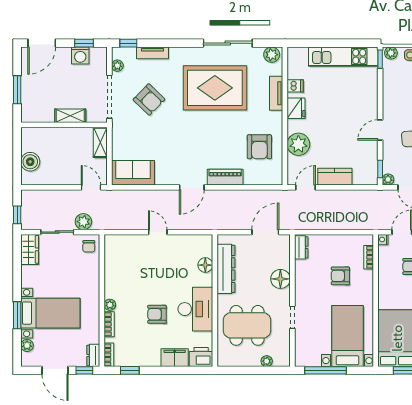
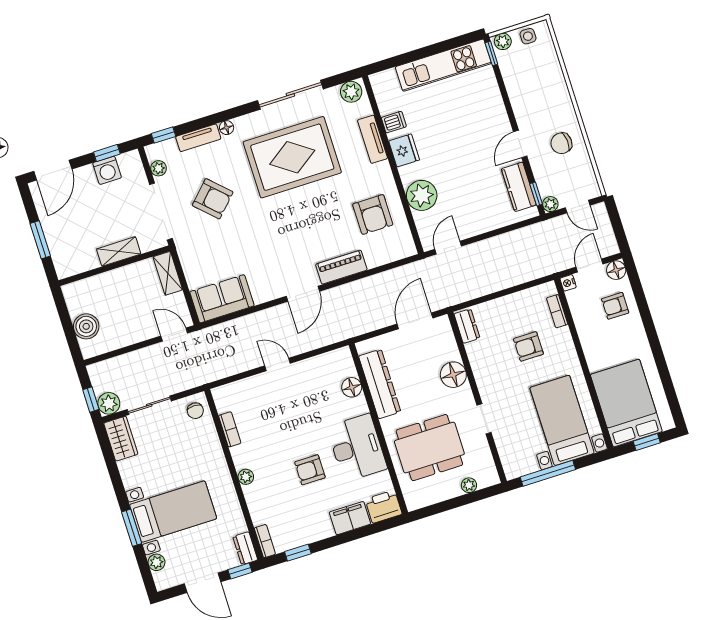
floor lamp: (175, 52) -> (227, 128), added
kitchen counter: (335, 177) -> (519, 187), moved, turned -90
plant: (83, 222) -> (109, 403), moved
bookcase: (109, 324) -> (230, 429), moved

